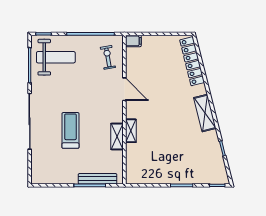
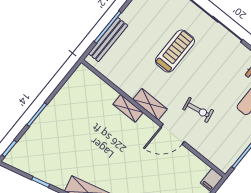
exercise bike: (108, 57) -> (198, 110), moved
treadmill: (70, 130) -> (175, 51), turned -90
shelving: (117, 136) -> (150, 104), moved

